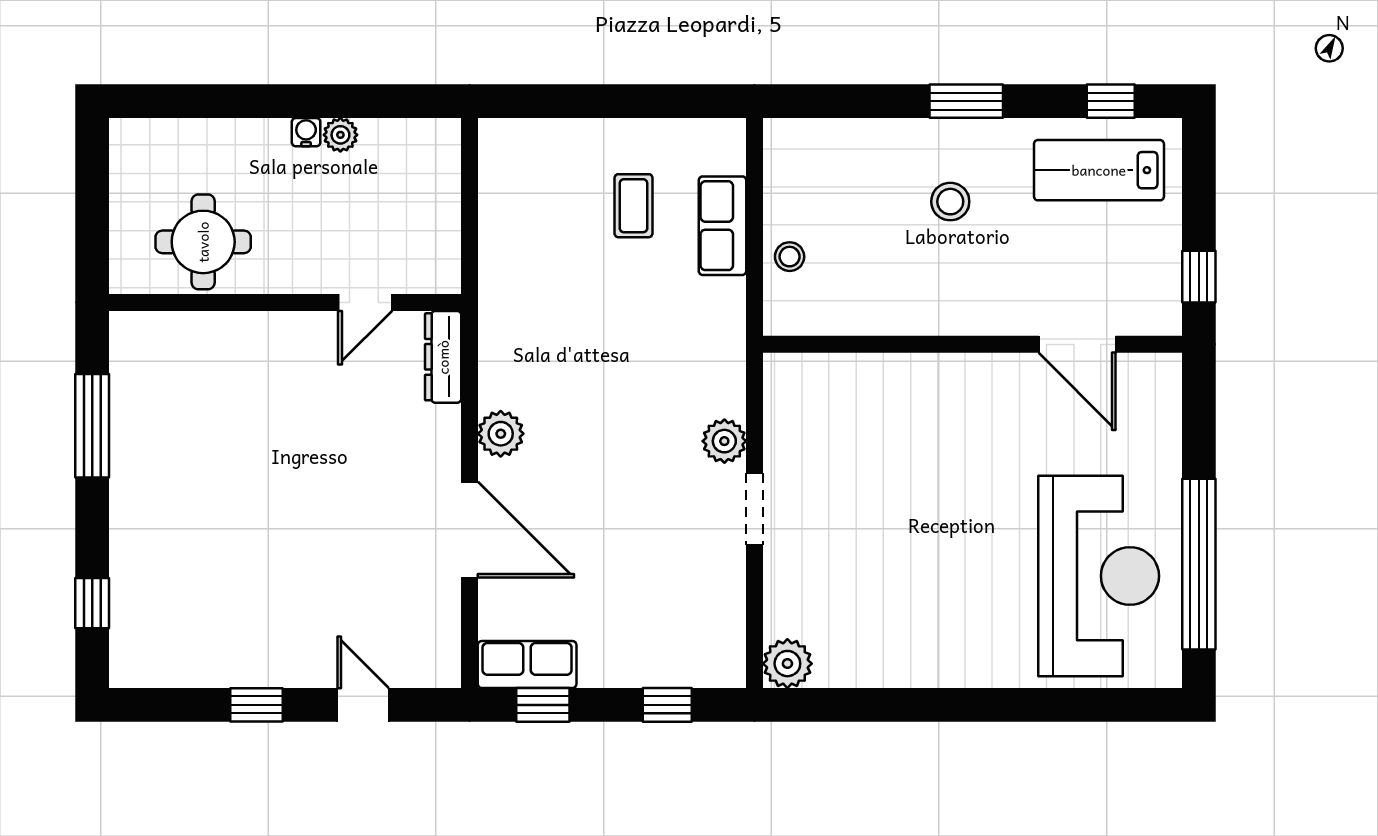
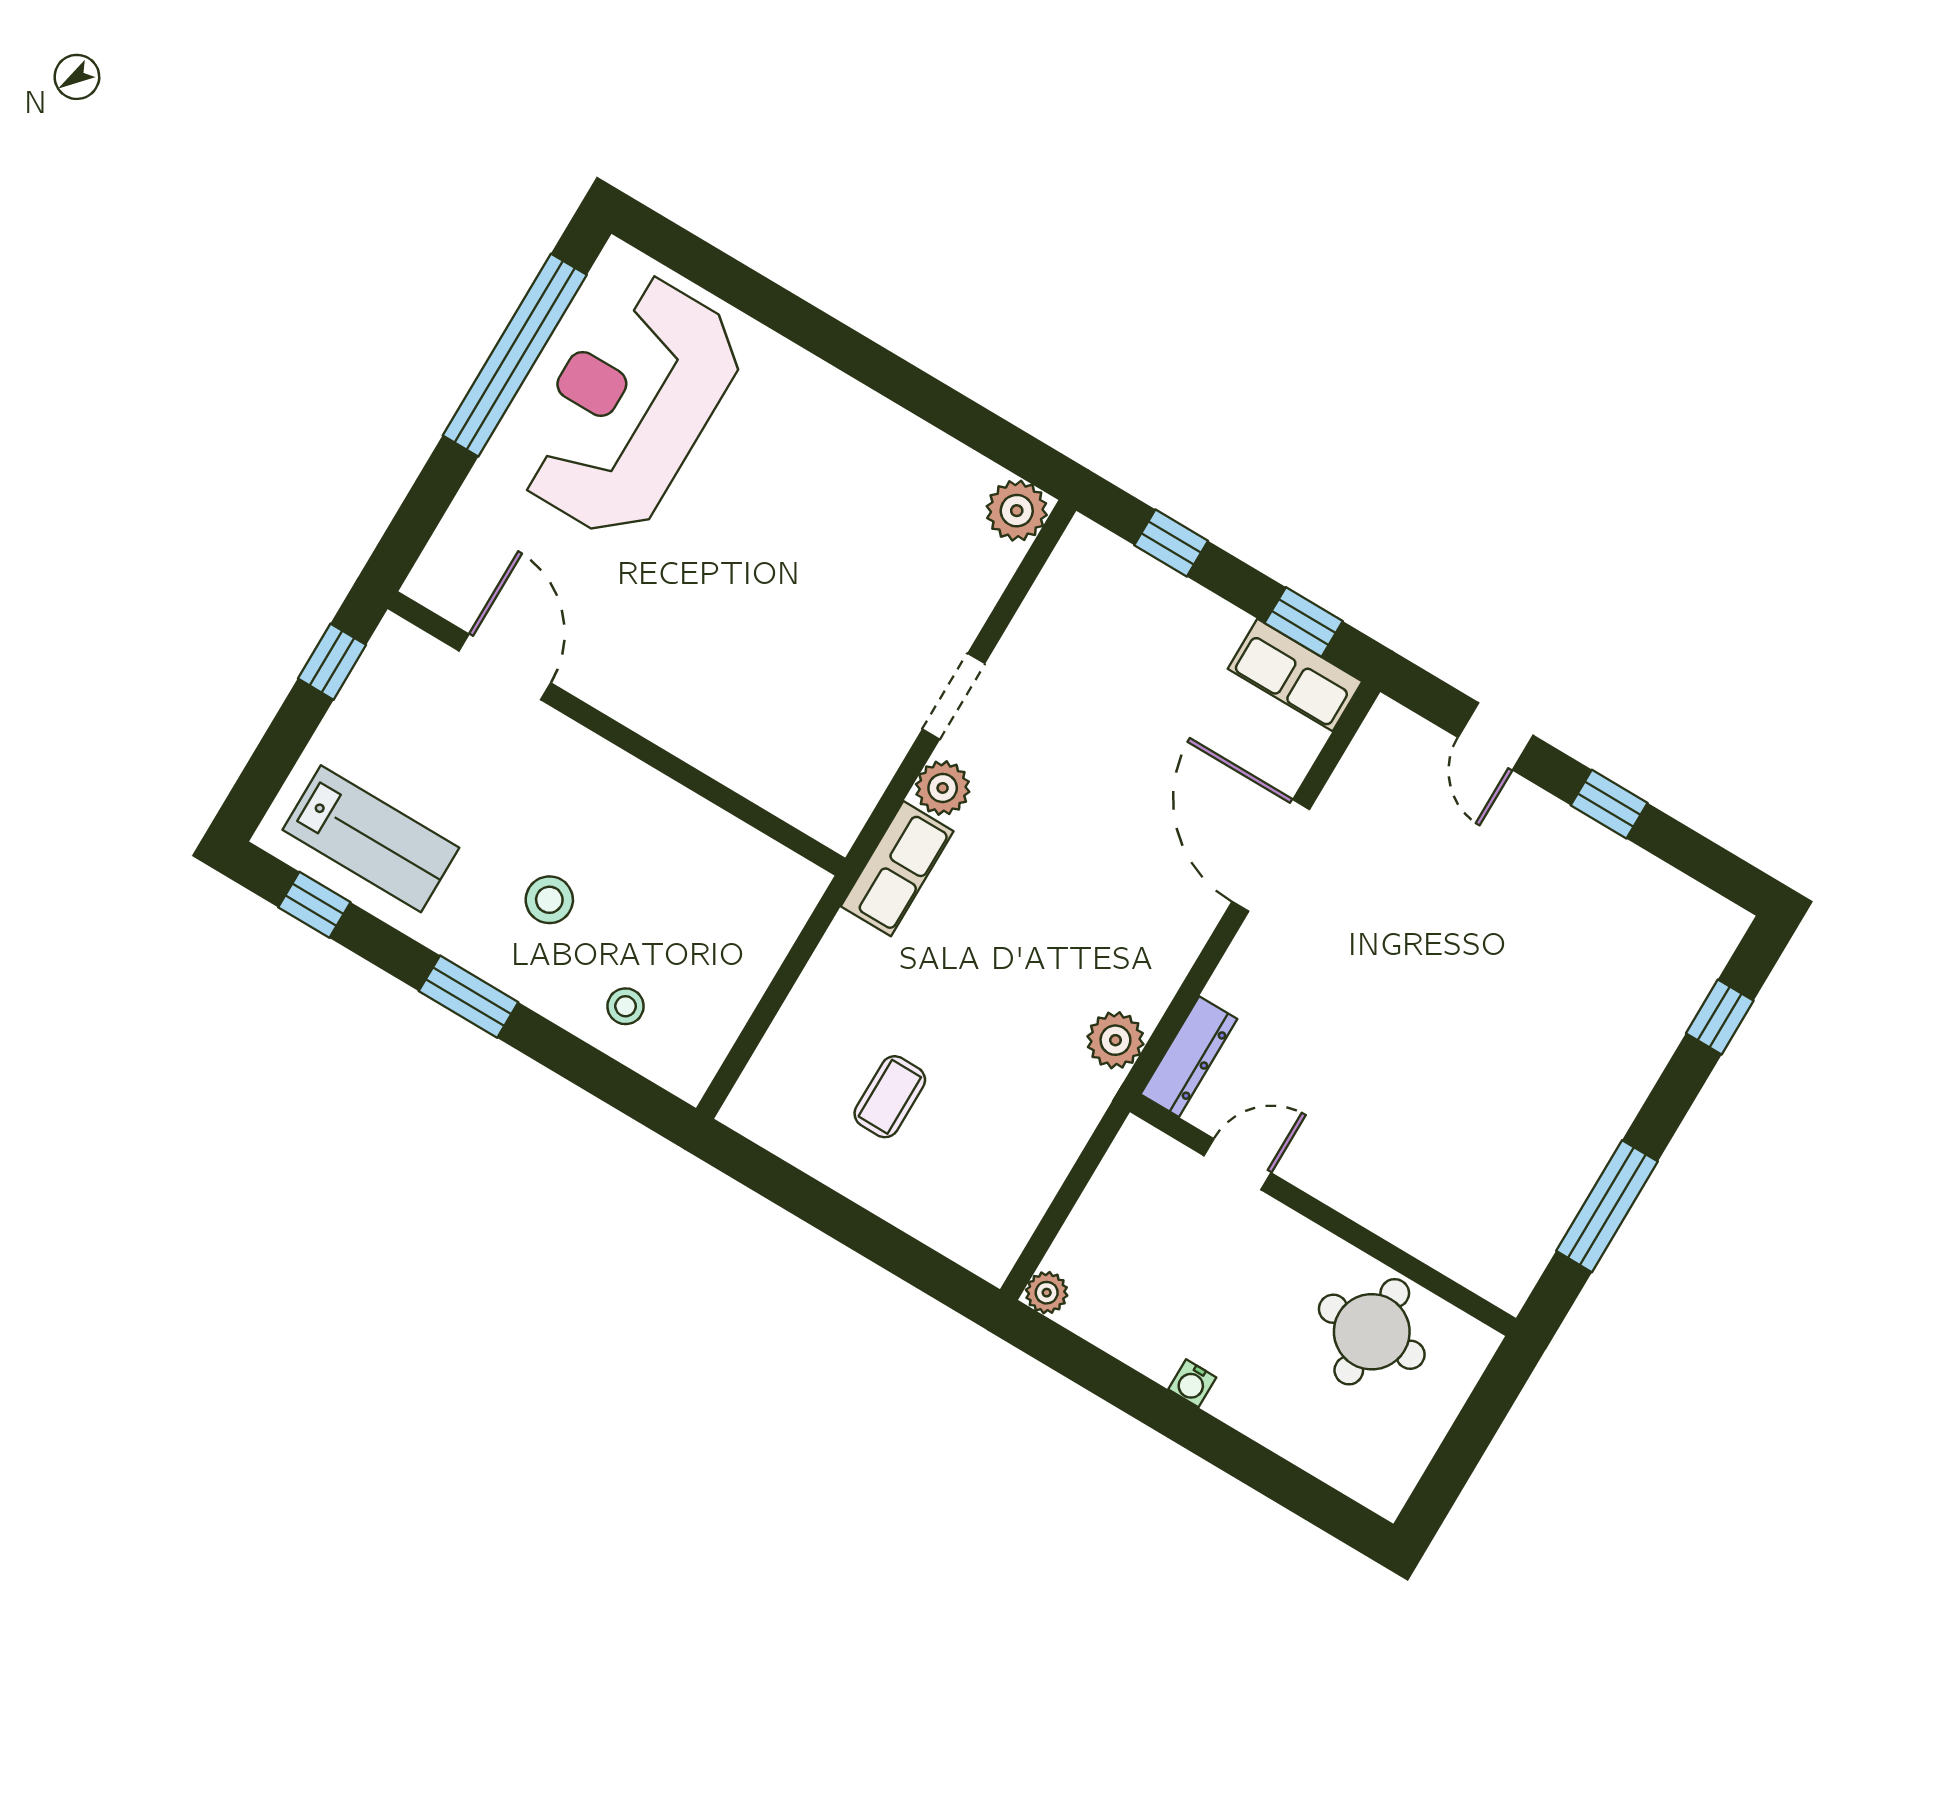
plant: (340, 135) -> (1047, 1293), moved
row of seats: (722, 226) -> (897, 869), moved
stool: (790, 257) -> (626, 1006), moved
plant: (501, 434) -> (1115, 1040), moved

